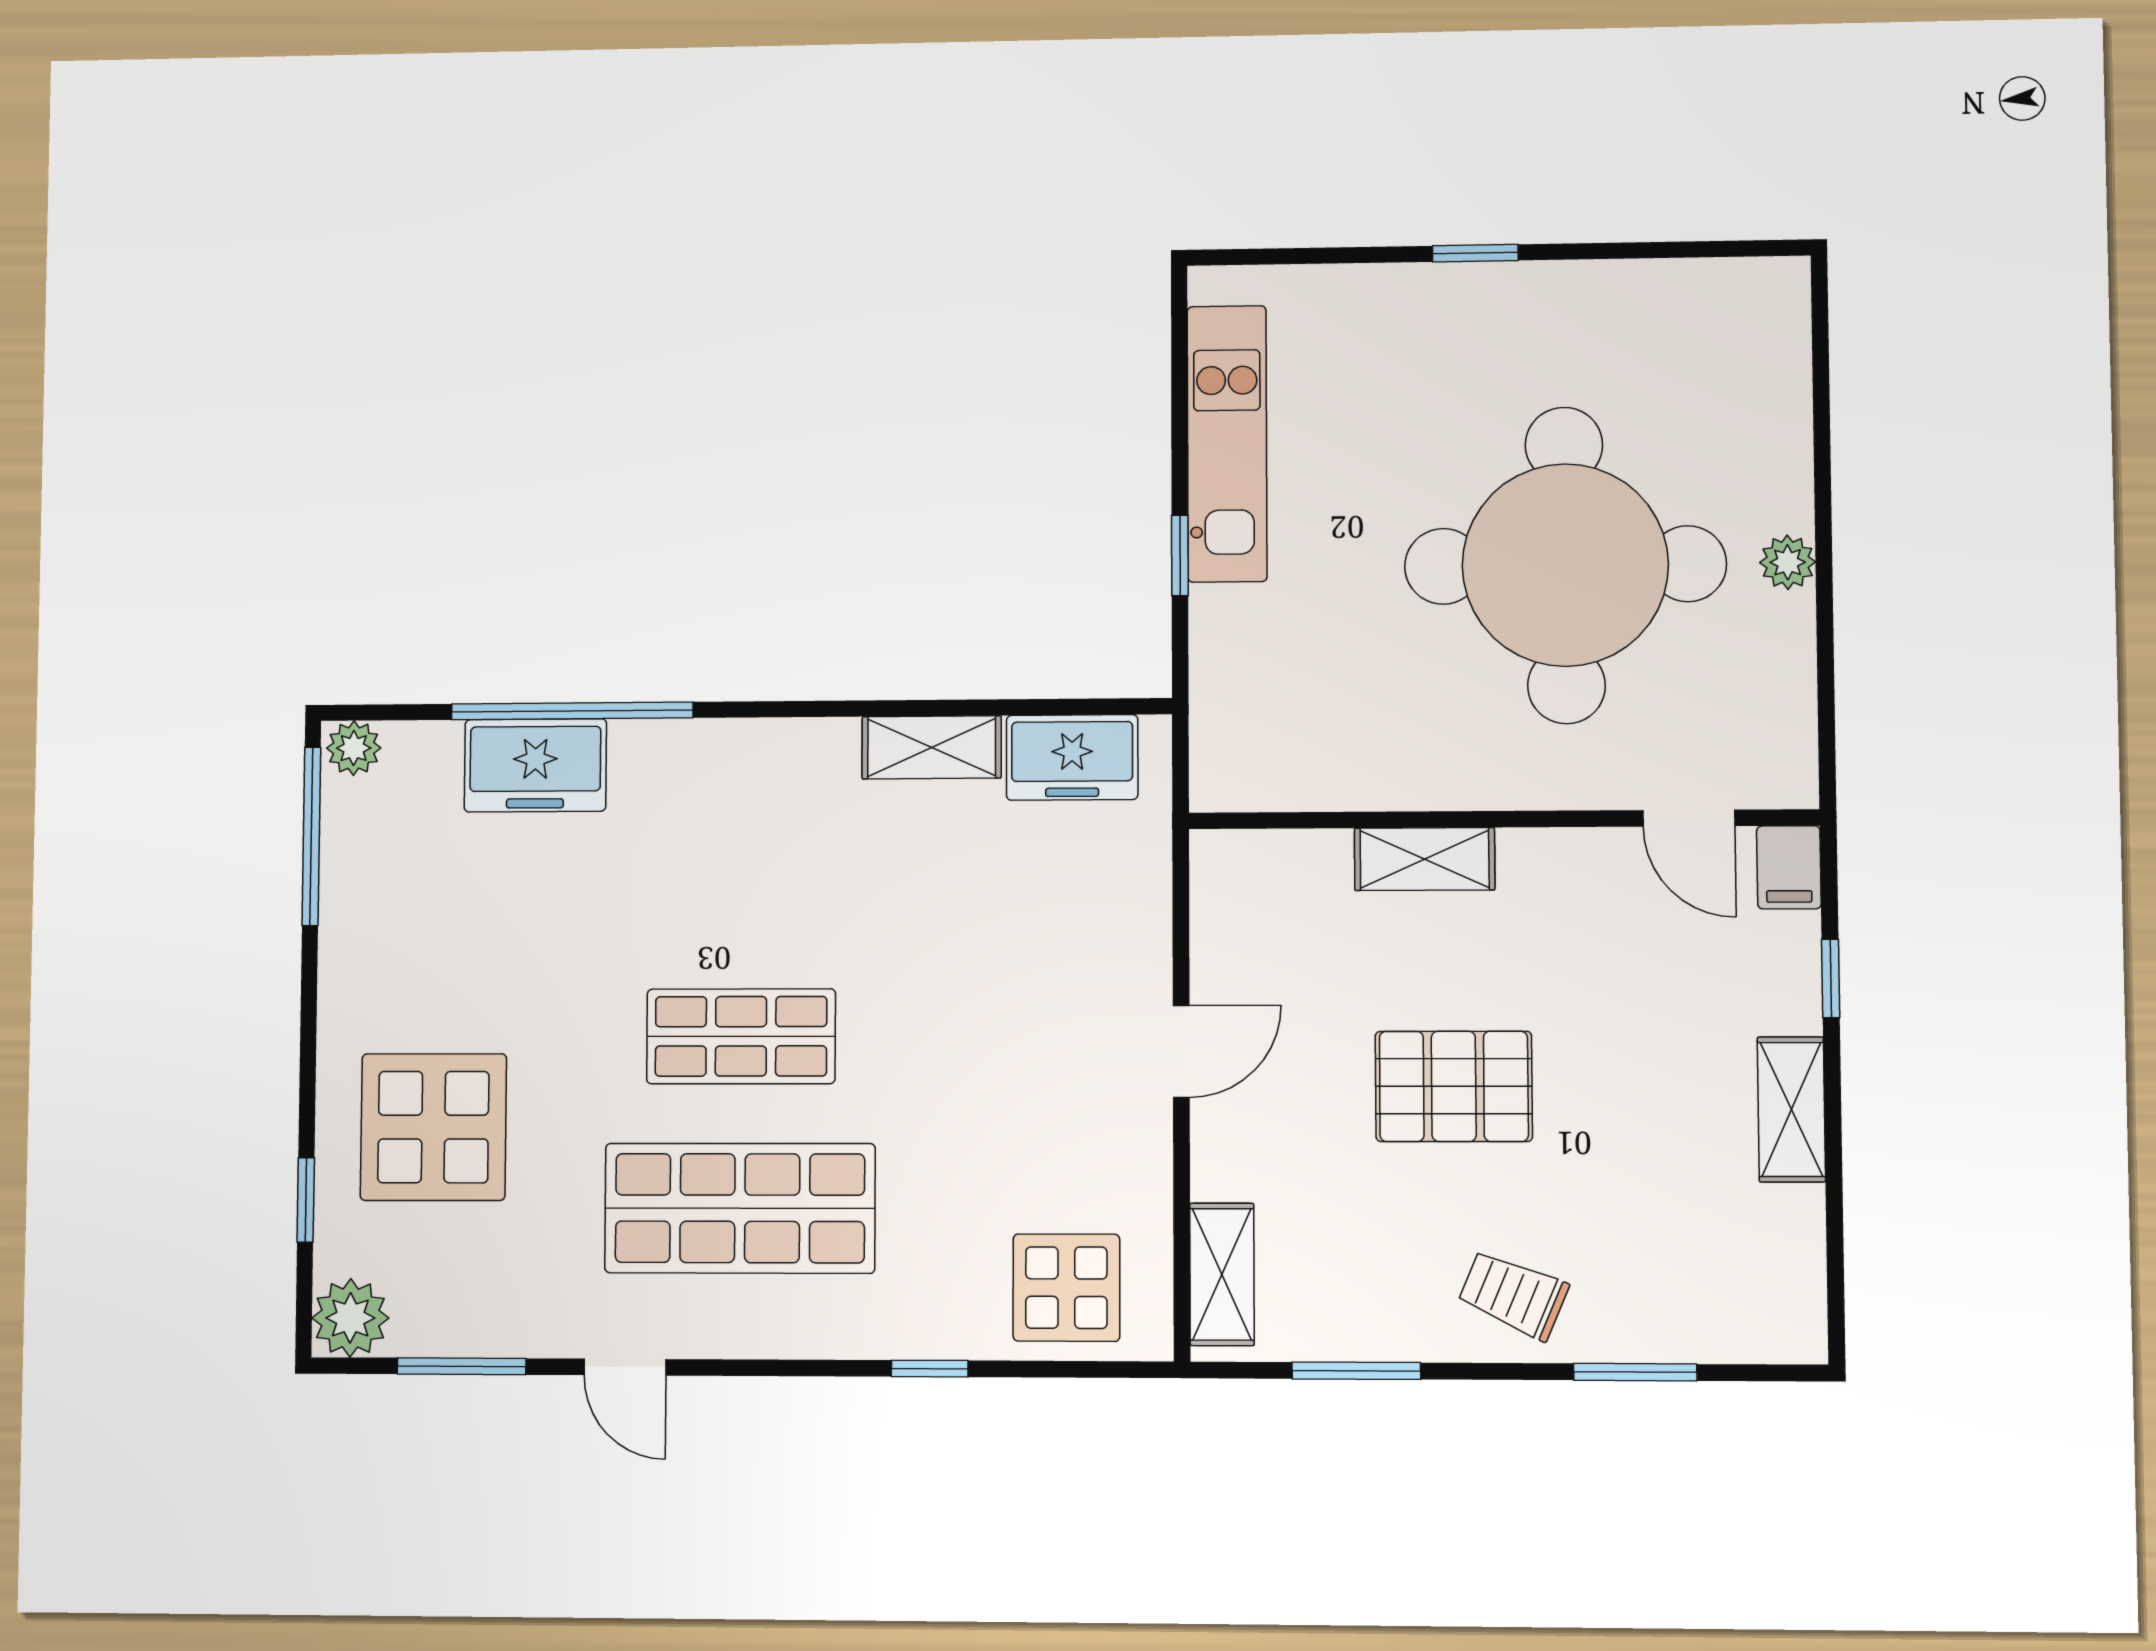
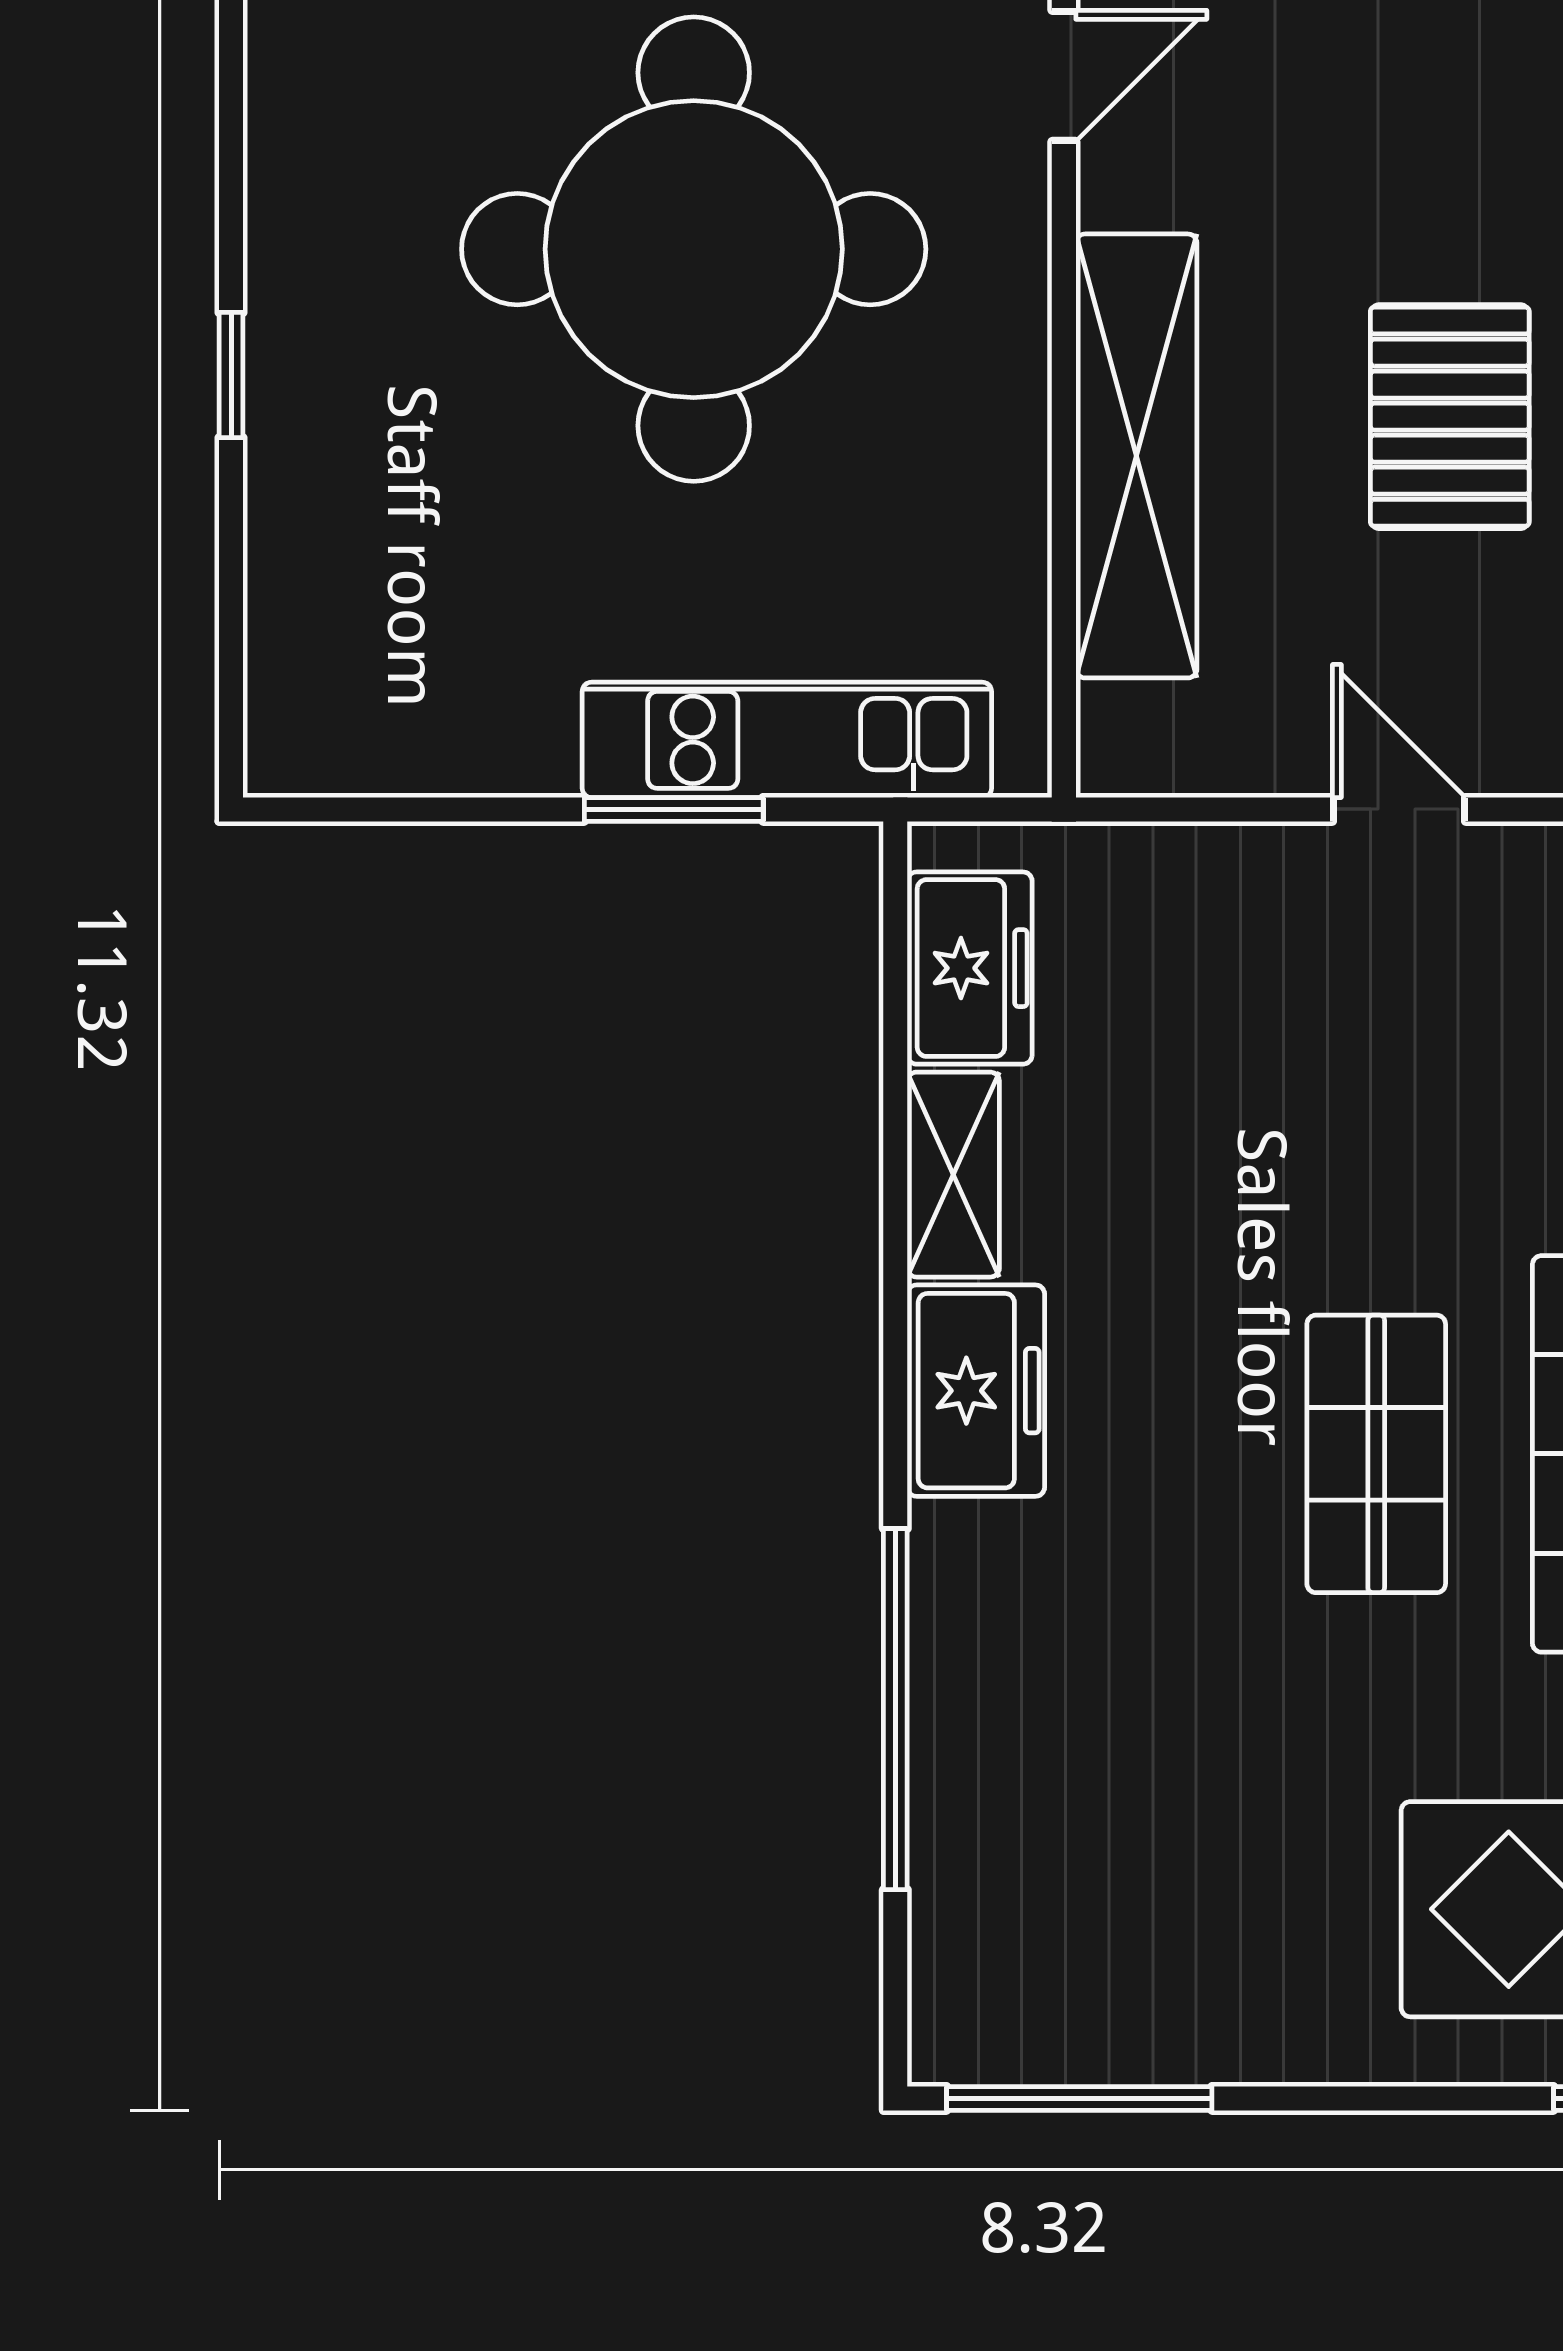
kitchen unit: (1227, 444) -> (787, 740), moved
window: (1180, 556) -> (674, 809), width x1.50
plant: (354, 748) -> (948, 2037), removed
freezer: (535, 765) -> (976, 1391), moved
shelving: (1425, 859) -> (1136, 456), width x2.20, depth x1.33

